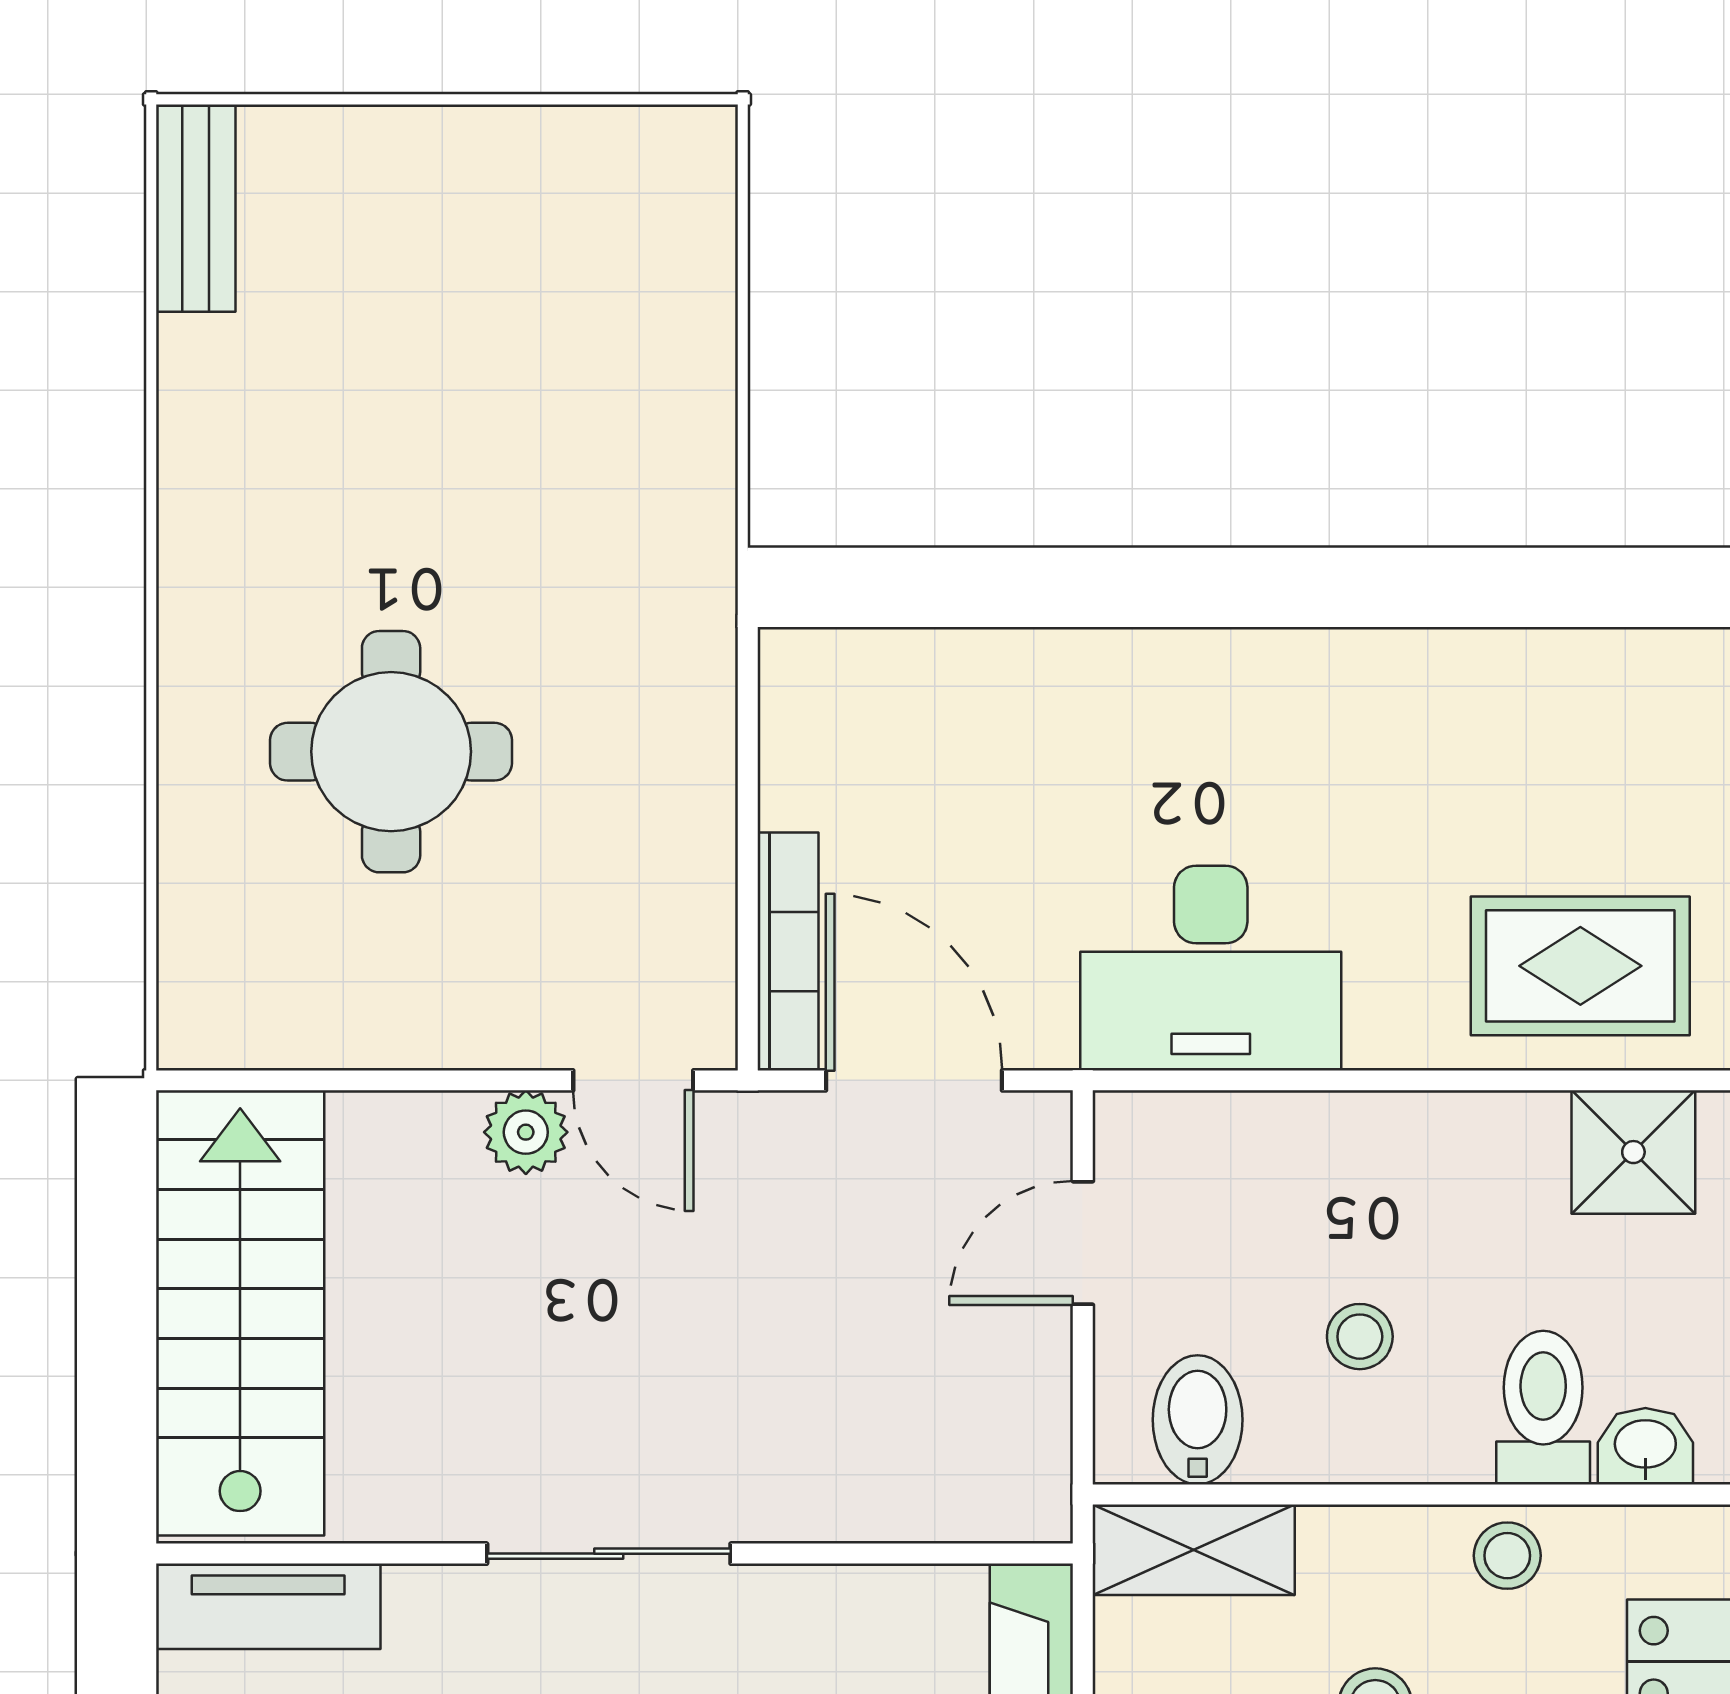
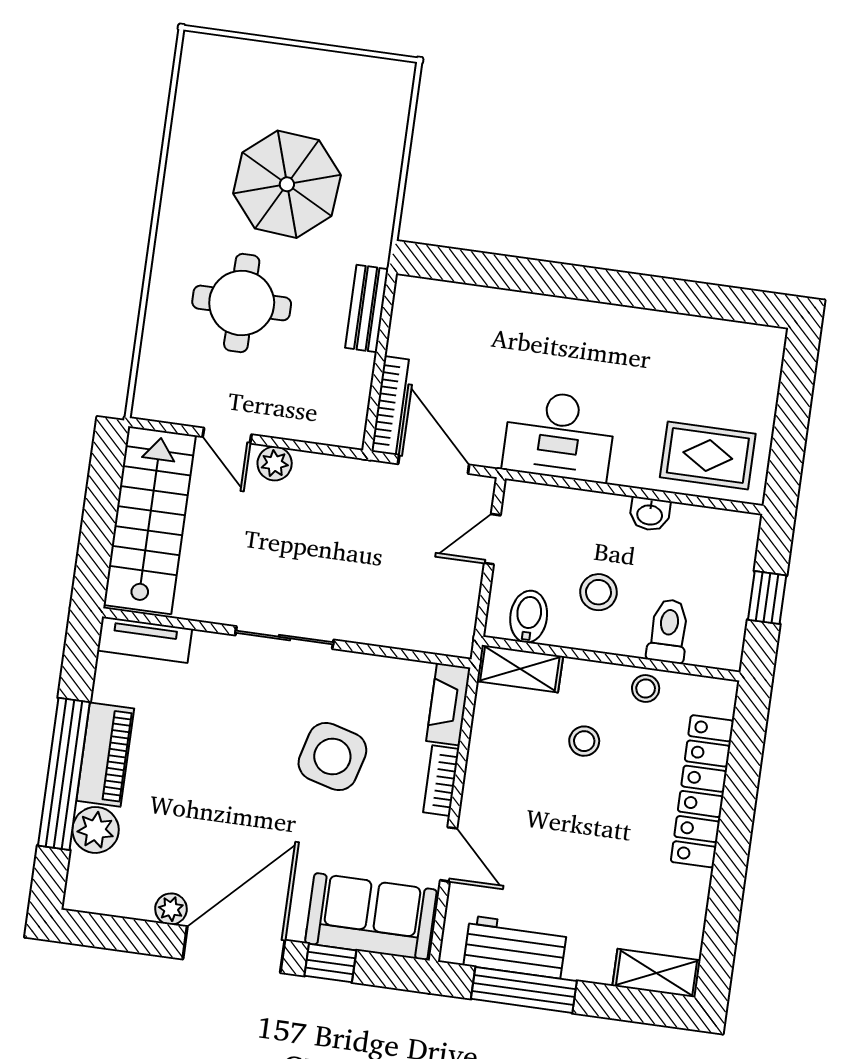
bench: (196, 208) -> (367, 308), moved
parasol: (461, 447) -> (287, 184), added
door: (633, 1080) -> (227, 436), moved
shower: (1633, 1152) -> (719, 533), removed
stool: (1360, 1337) -> (599, 592), width x1.37, depth x1.37
washbasin: (1645, 1446) -> (650, 514), moved, turned 180

